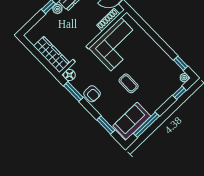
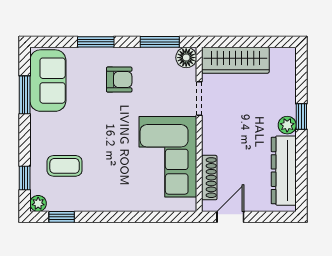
coffee table: (129, 83) -> (65, 166), moved
armchair: (92, 94) -> (119, 80), moved, turned 180
window: (106, 125) -> (96, 42), moved
window: (146, 125) -> (25, 95), width x0.69

